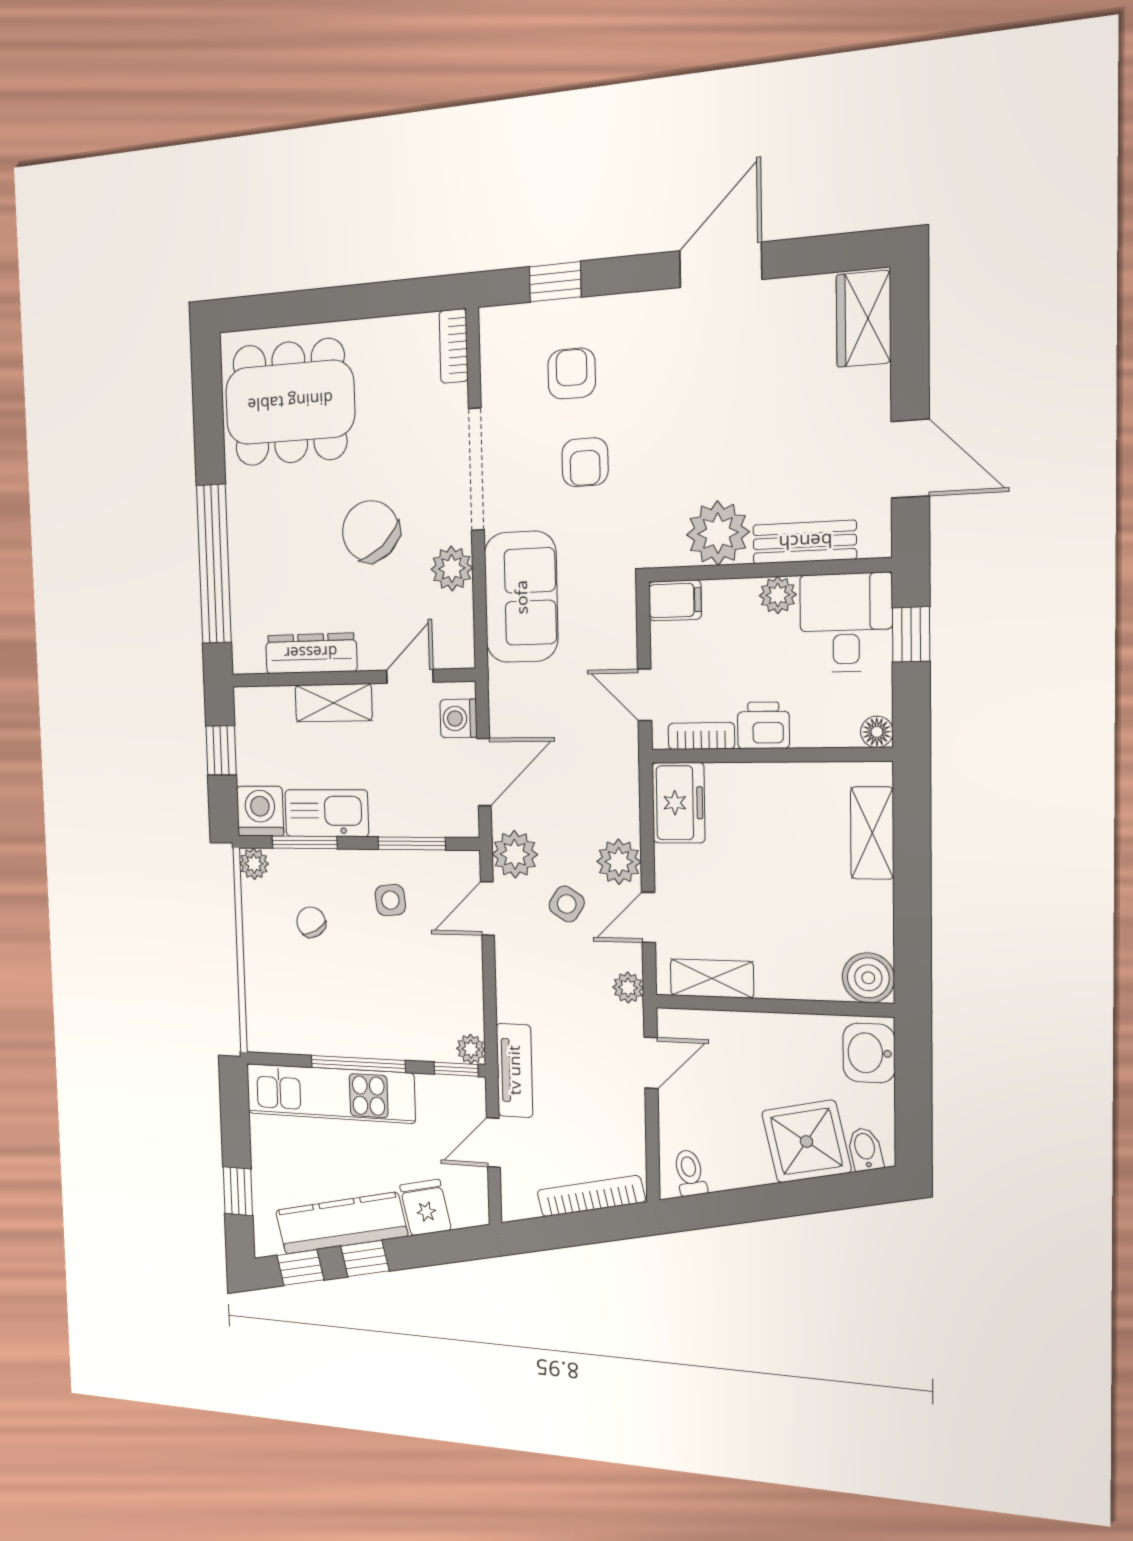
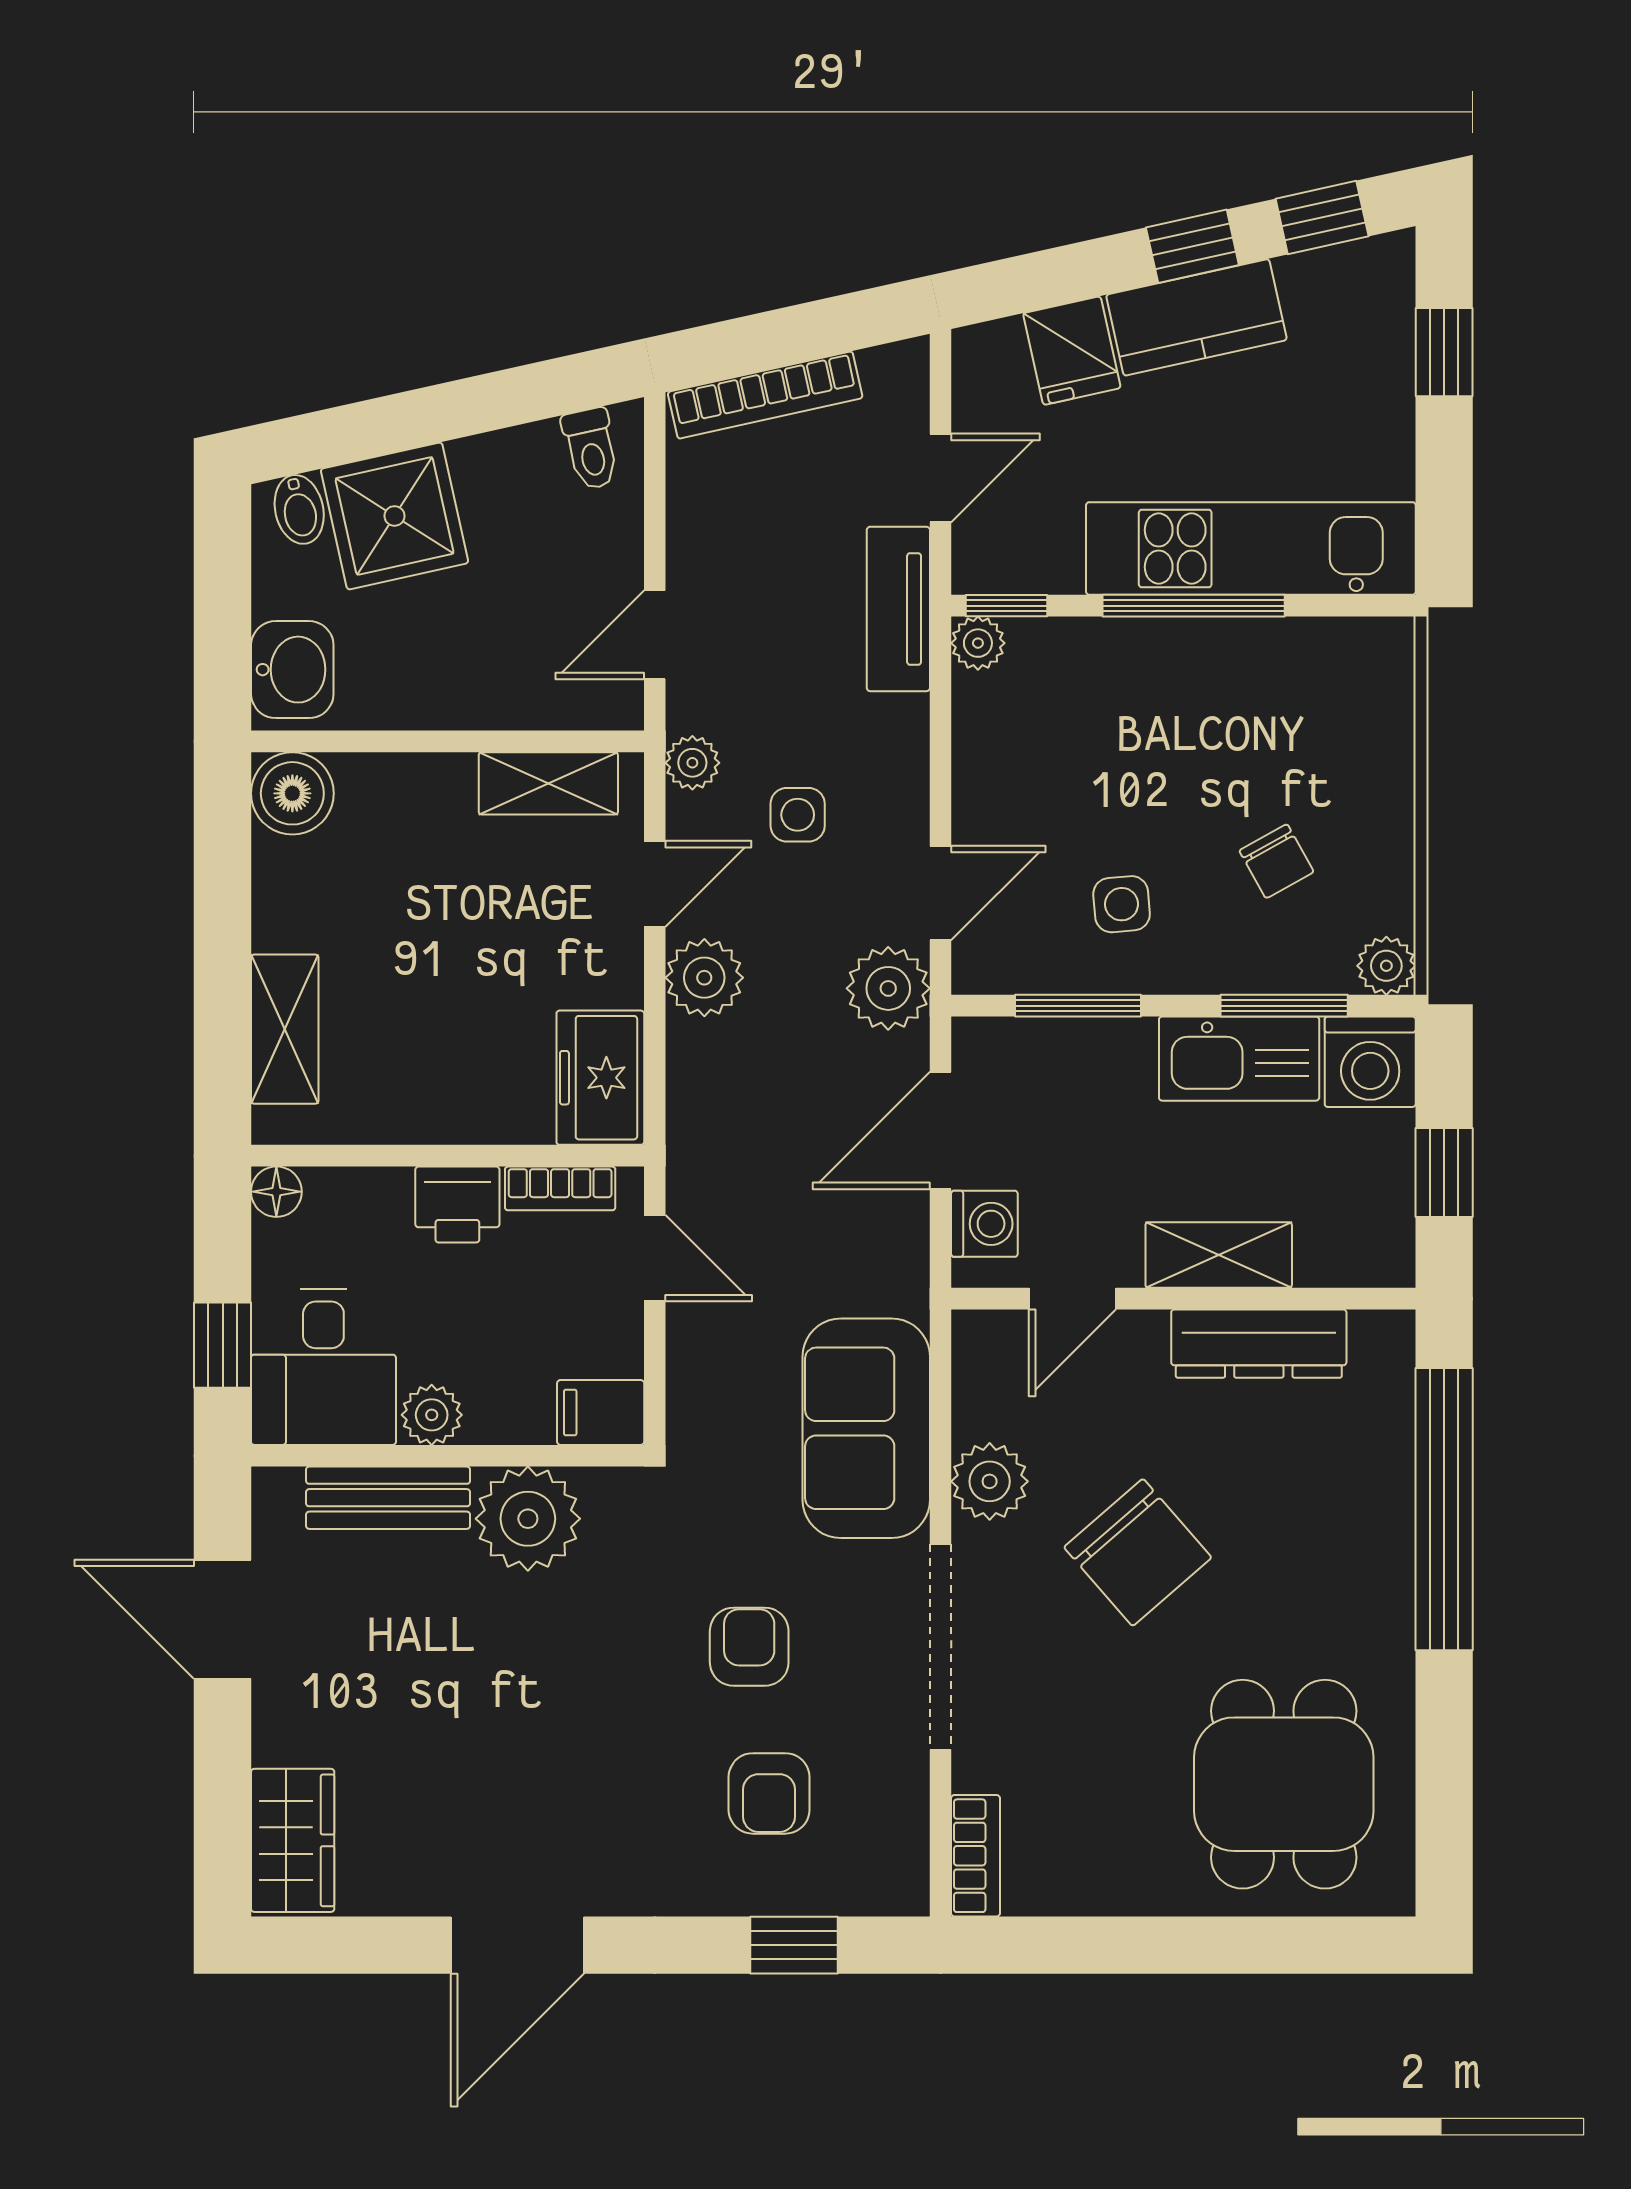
dining table: (290, 402) -> (1284, 1784), width x0.73
side table: (567, 904) -> (798, 815), moved, turned -33
kitchen counter: (341, 1223) -> (1196, 317), width x0.67

